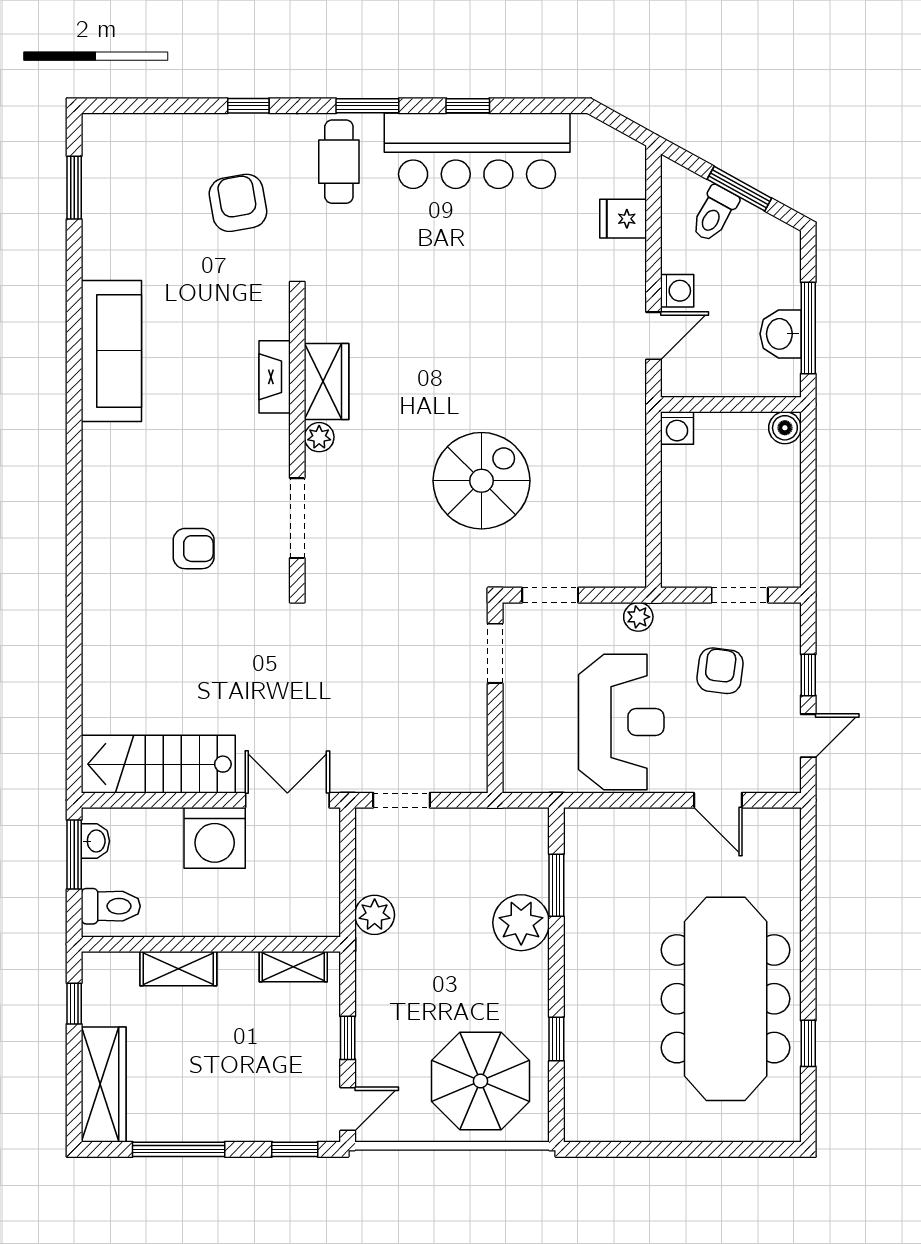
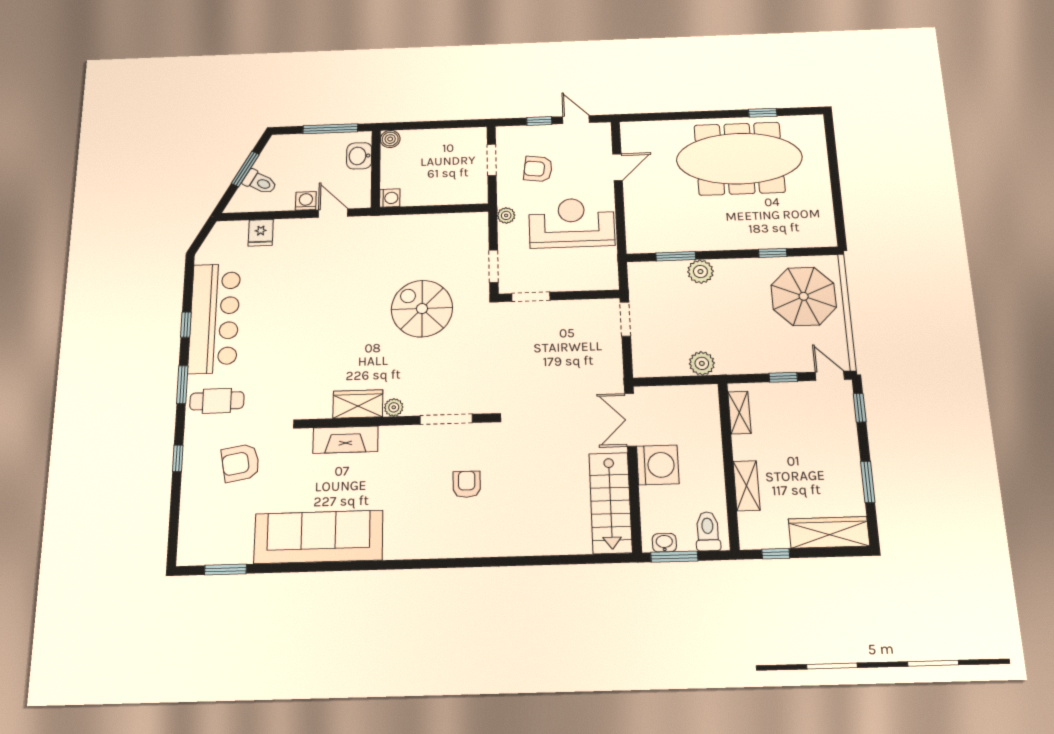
washbasin: (781, 334) -> (359, 156), moved, turned 90
sofa: (111, 351) -> (318, 537), width x1.36, depth x1.27
fireplace: (275, 377) -> (345, 440), width x1.37, depth x1.32
doorway: (401, 800) -> (625, 319), moved
plant: (521, 923) -> (700, 272), width x0.73, depth x0.73
window: (179, 1149) -> (868, 482), width x0.69

